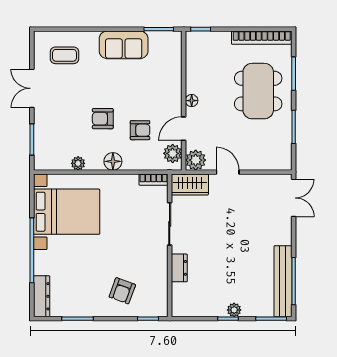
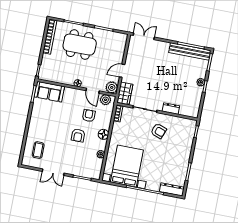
sofa: (124, 45) -> (49, 92), moved, turned 90
armchair: (122, 291) -> (159, 131), moved

